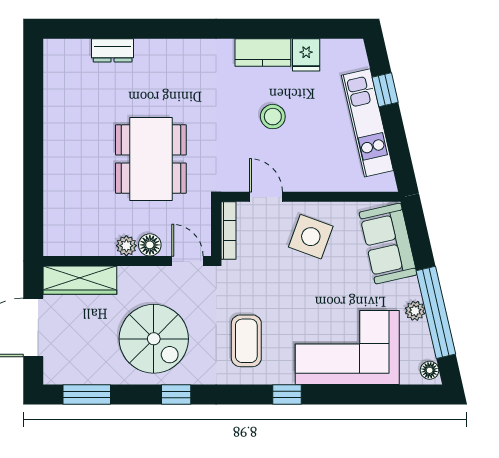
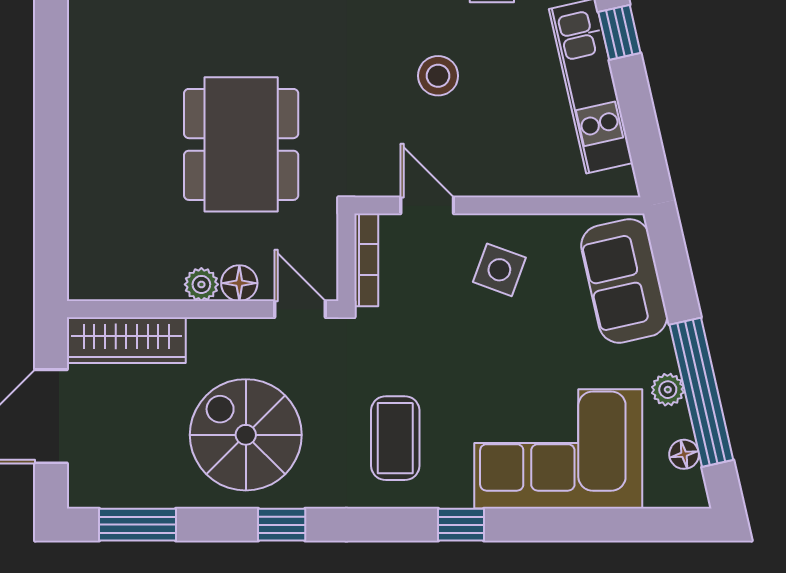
side table: (311, 237) -> (499, 270), width x0.73, depth x0.73
spiral stairs: (154, 339) -> (246, 435), turned 180
floor lamp: (430, 370) -> (684, 454), moved

